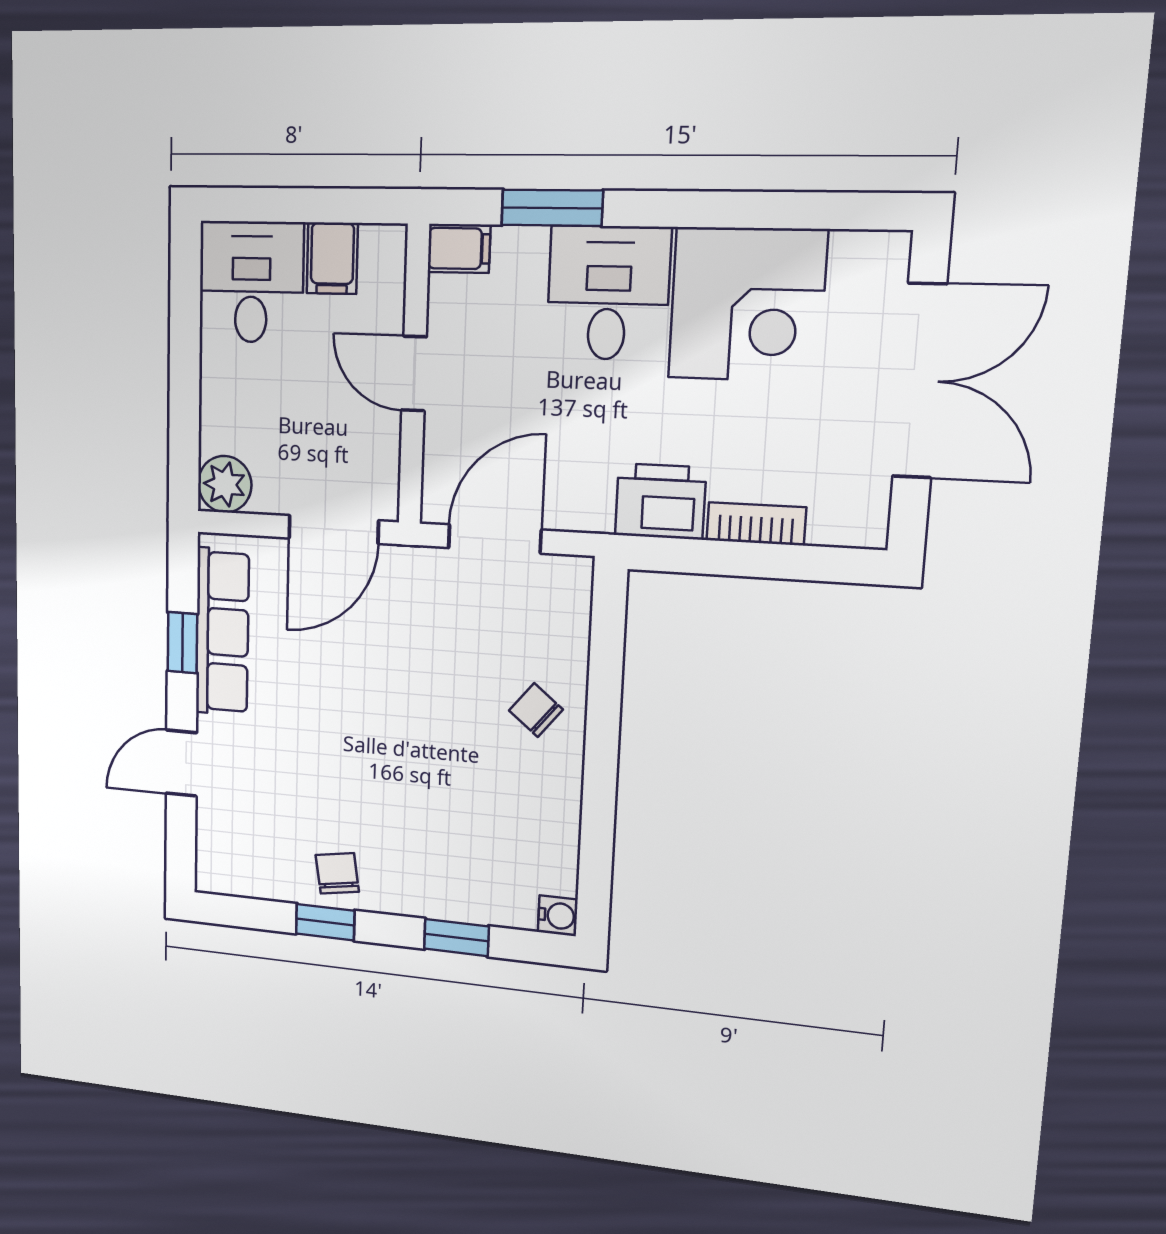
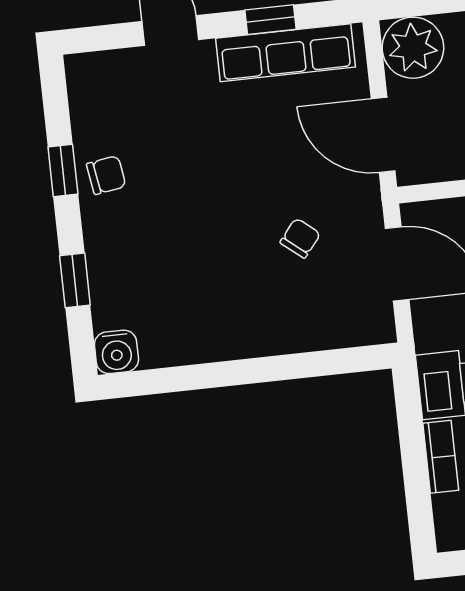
plant: (225, 484) -> (413, 48), width x1.36, depth x1.36
chair: (536, 710) -> (300, 238), moved
water cooler: (558, 916) -> (116, 352), width x1.38, depth x1.38

